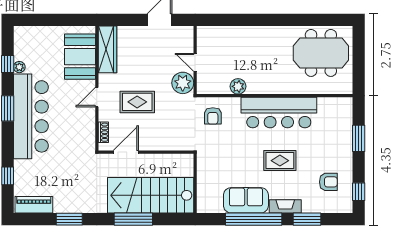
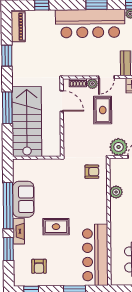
door: (97, 97) -> (106, 77), swing flipped
bar counter: (279, 113) -> (95, 255), moved
plant: (105, 114) -> (92, 84), added
armchair: (213, 116) -> (92, 172), turned 180
rug: (280, 161) -> (56, 227), turned 90

